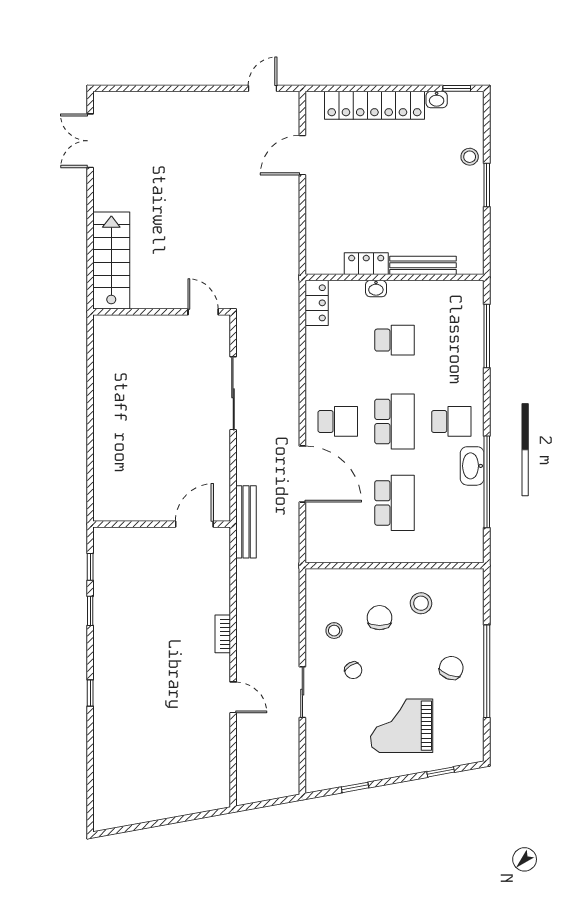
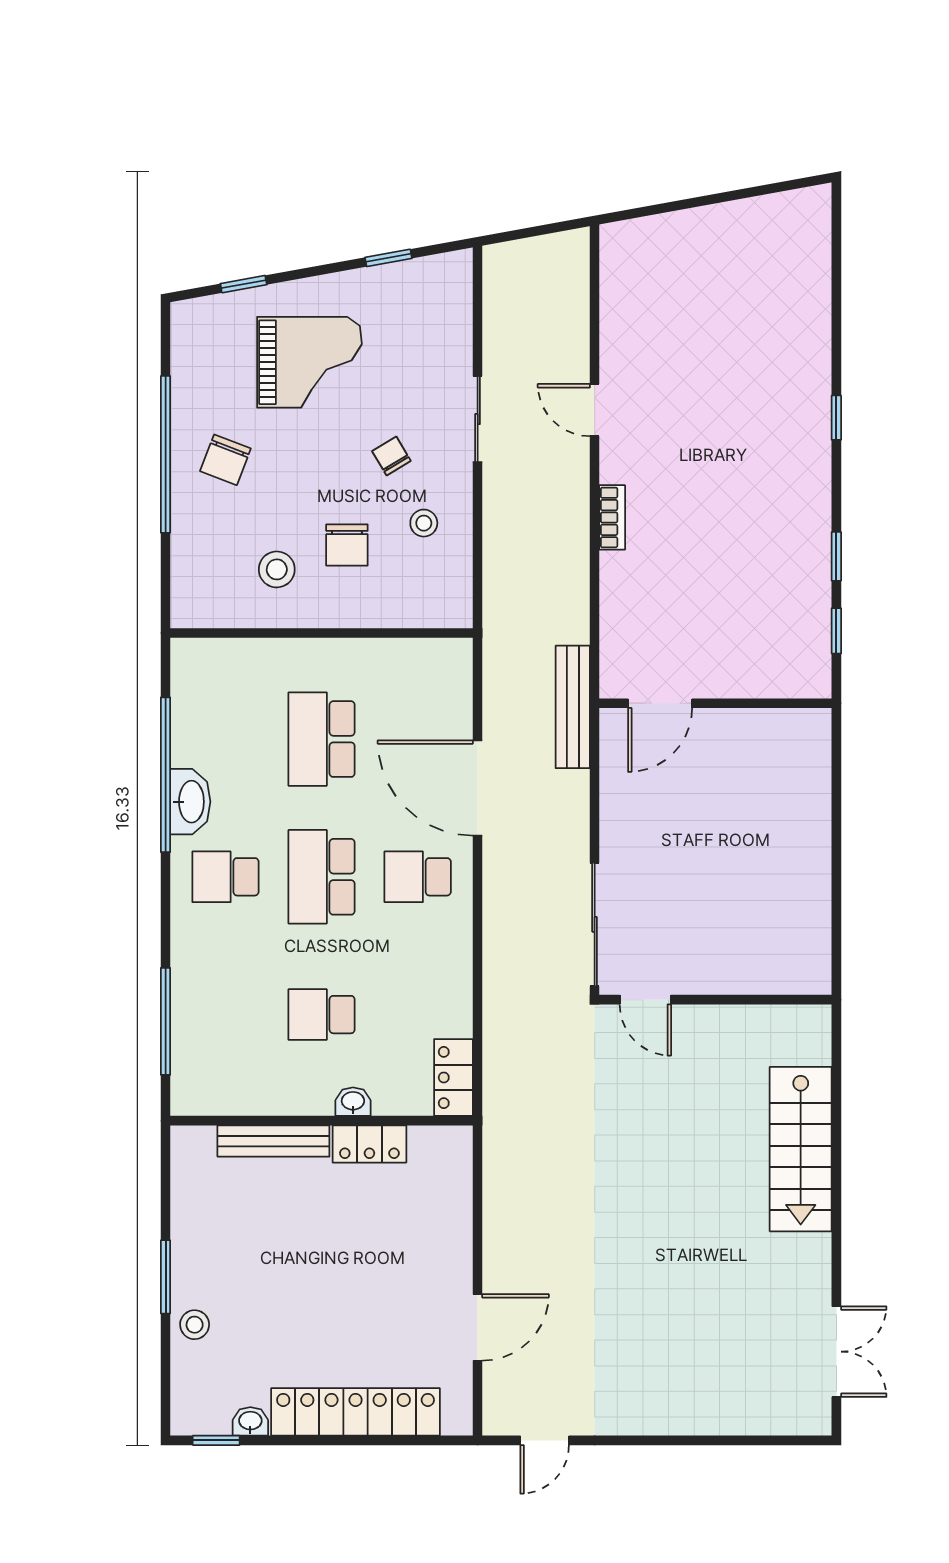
wall: (162, 312) -> (715, 1000), moved
door: (203, 312) -> (645, 1000), moved

